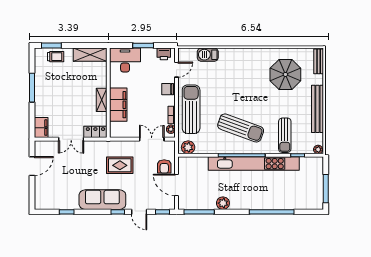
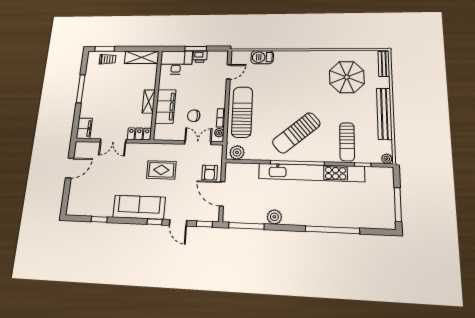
printer: (164, 54) -> (200, 57), moved
chair: (168, 89) -> (194, 116), moved
sun lounger: (241, 128) -> (296, 133), turned 120

